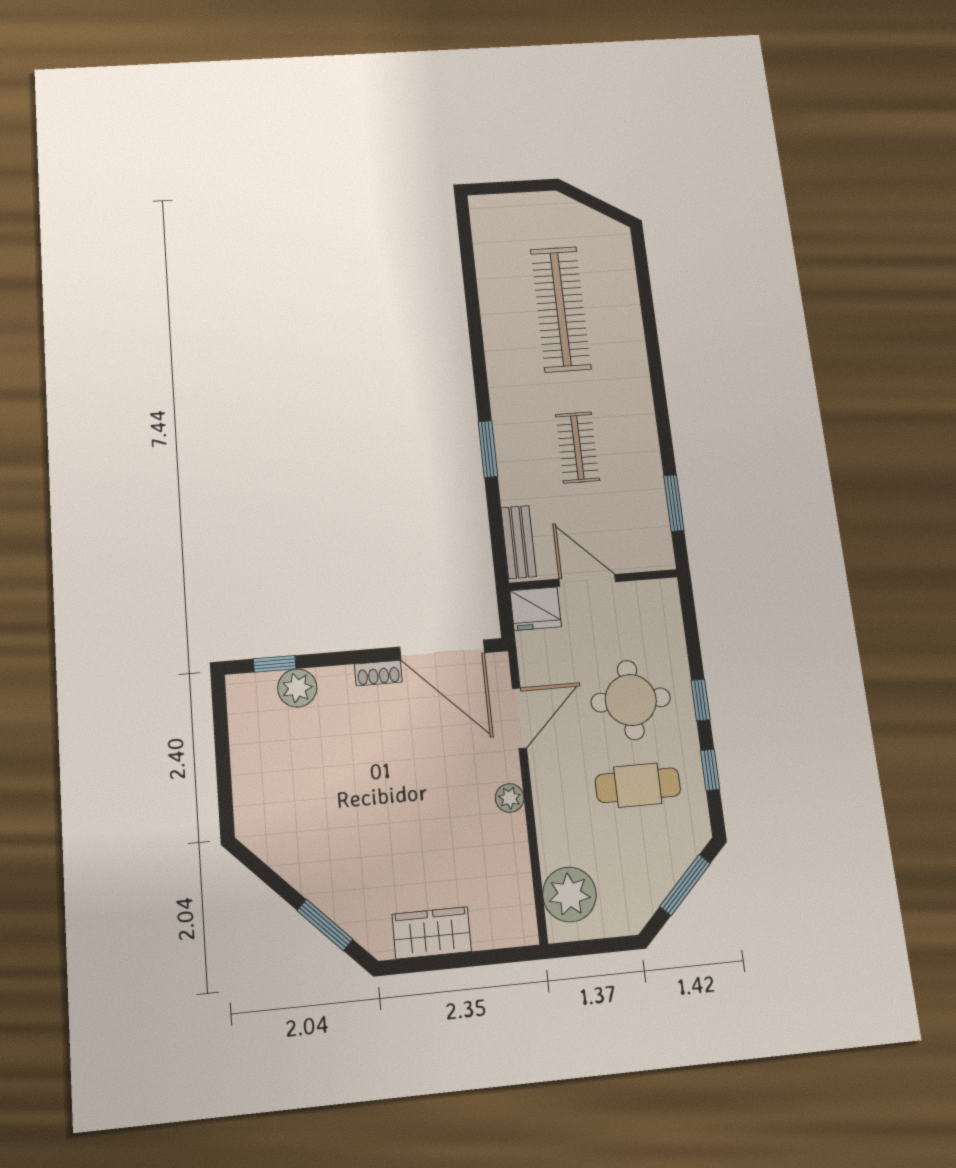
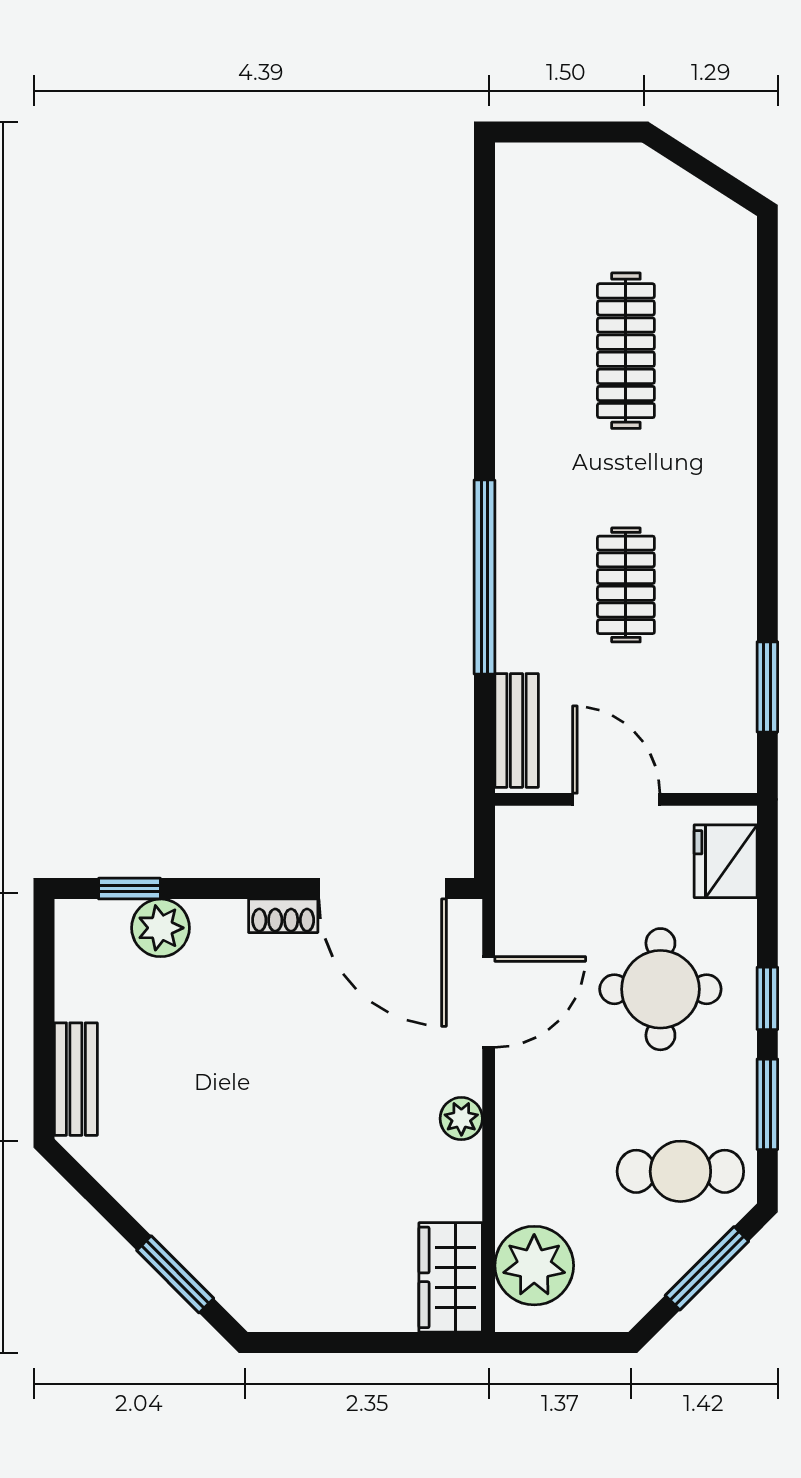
clothes rail: (561, 309) -> (626, 351), width x0.73, depth x0.76
window: (488, 449) -> (484, 577), width x2.11
fridge: (536, 609) -> (726, 861), moved, turned 90
window: (710, 770) -> (767, 1104), width x1.50
cafe table: (638, 785) -> (680, 1171), moved
bench: (247, 795) -> (76, 1079), added
wardrobe: (432, 933) -> (451, 1277), moved, turned -90

